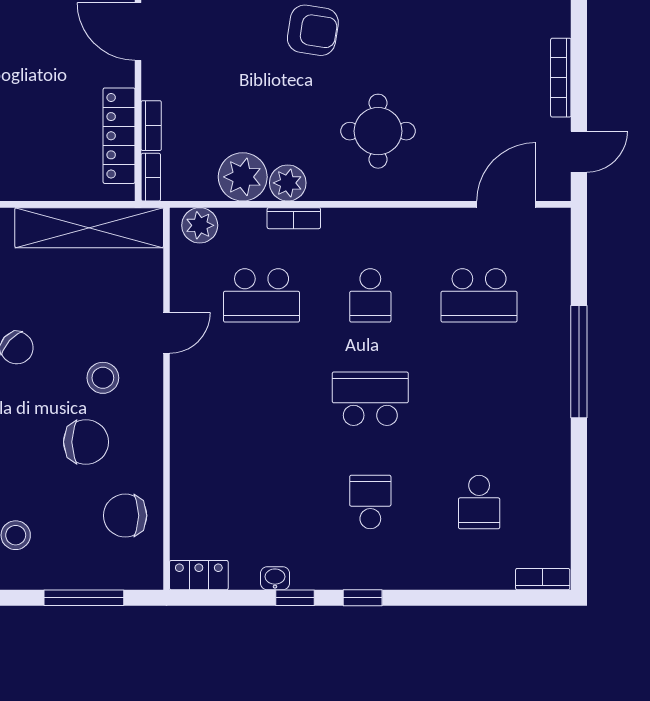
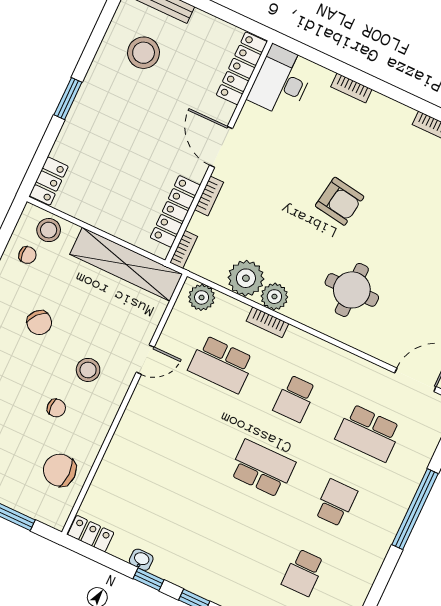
bookcase: (151, 126) -> (209, 196), moved
chair: (86, 442) -> (56, 408), width x0.54, depth x0.54
school desk: (370, 502) -> (336, 503), moved

